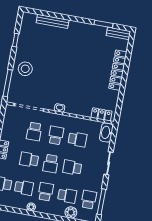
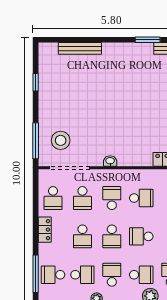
stool: (25, 69) -> (61, 140), moved
school desk: (13, 127) -> (53, 198), added
school desk: (29, 160) -> (82, 236), turned -90

